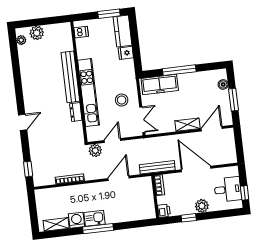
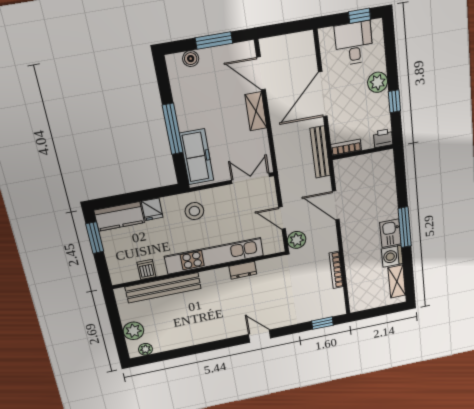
dishwasher: (81, 32) -> (146, 269), moved
bench: (70, 77) -> (163, 288), moved
stool: (122, 100) -> (194, 211), moved

